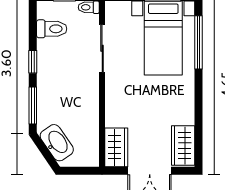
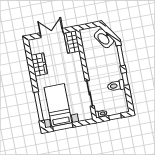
toilet: (52, 29) -> (116, 86), moved
wardrobe: (183, 146) -> (39, 65), moved

